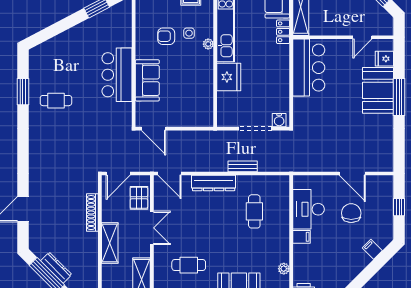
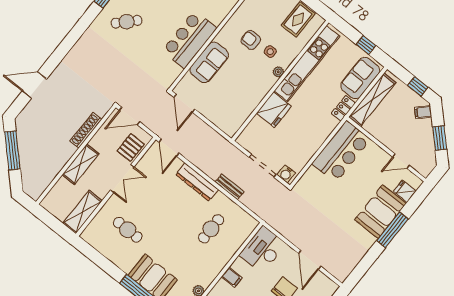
cafe table: (56, 101) -> (127, 22), turned -46
desk: (308, 209) -> (263, 250), moved
dresser: (56, 268) -> (24, 150), removed

